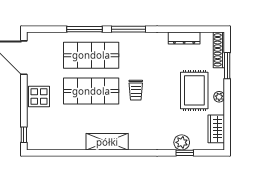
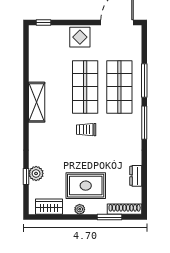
dresser: (184, 38) -> (136, 176), width x0.70

